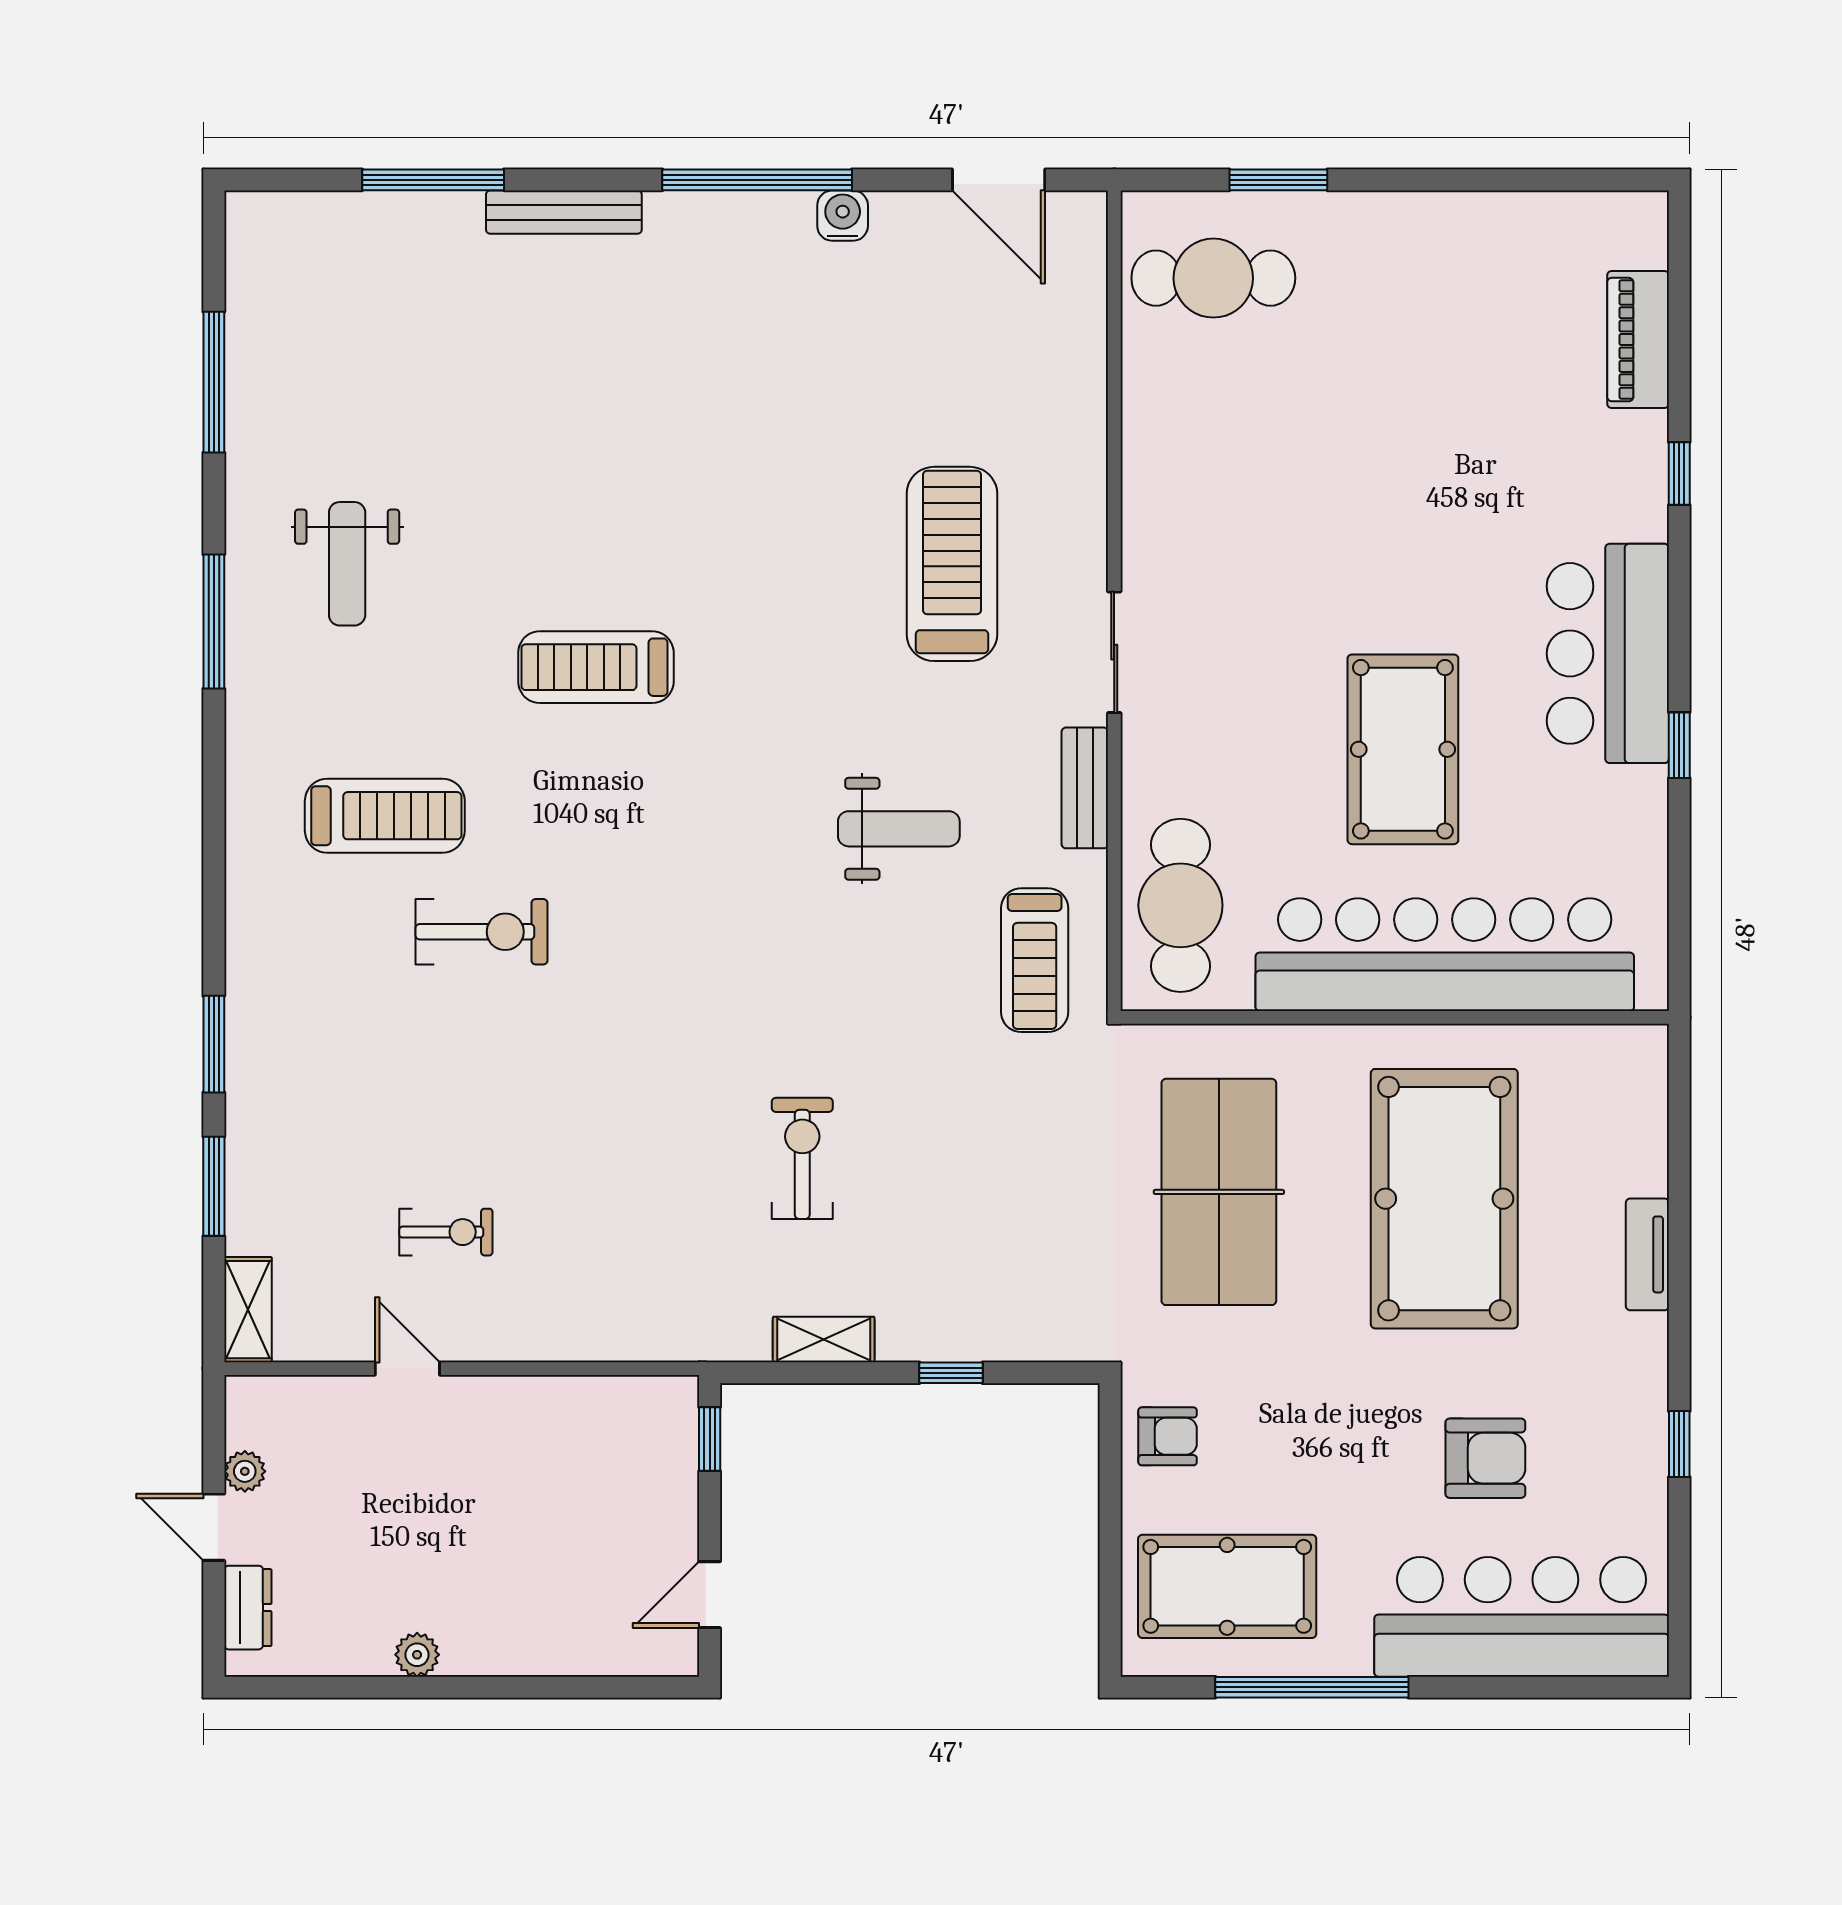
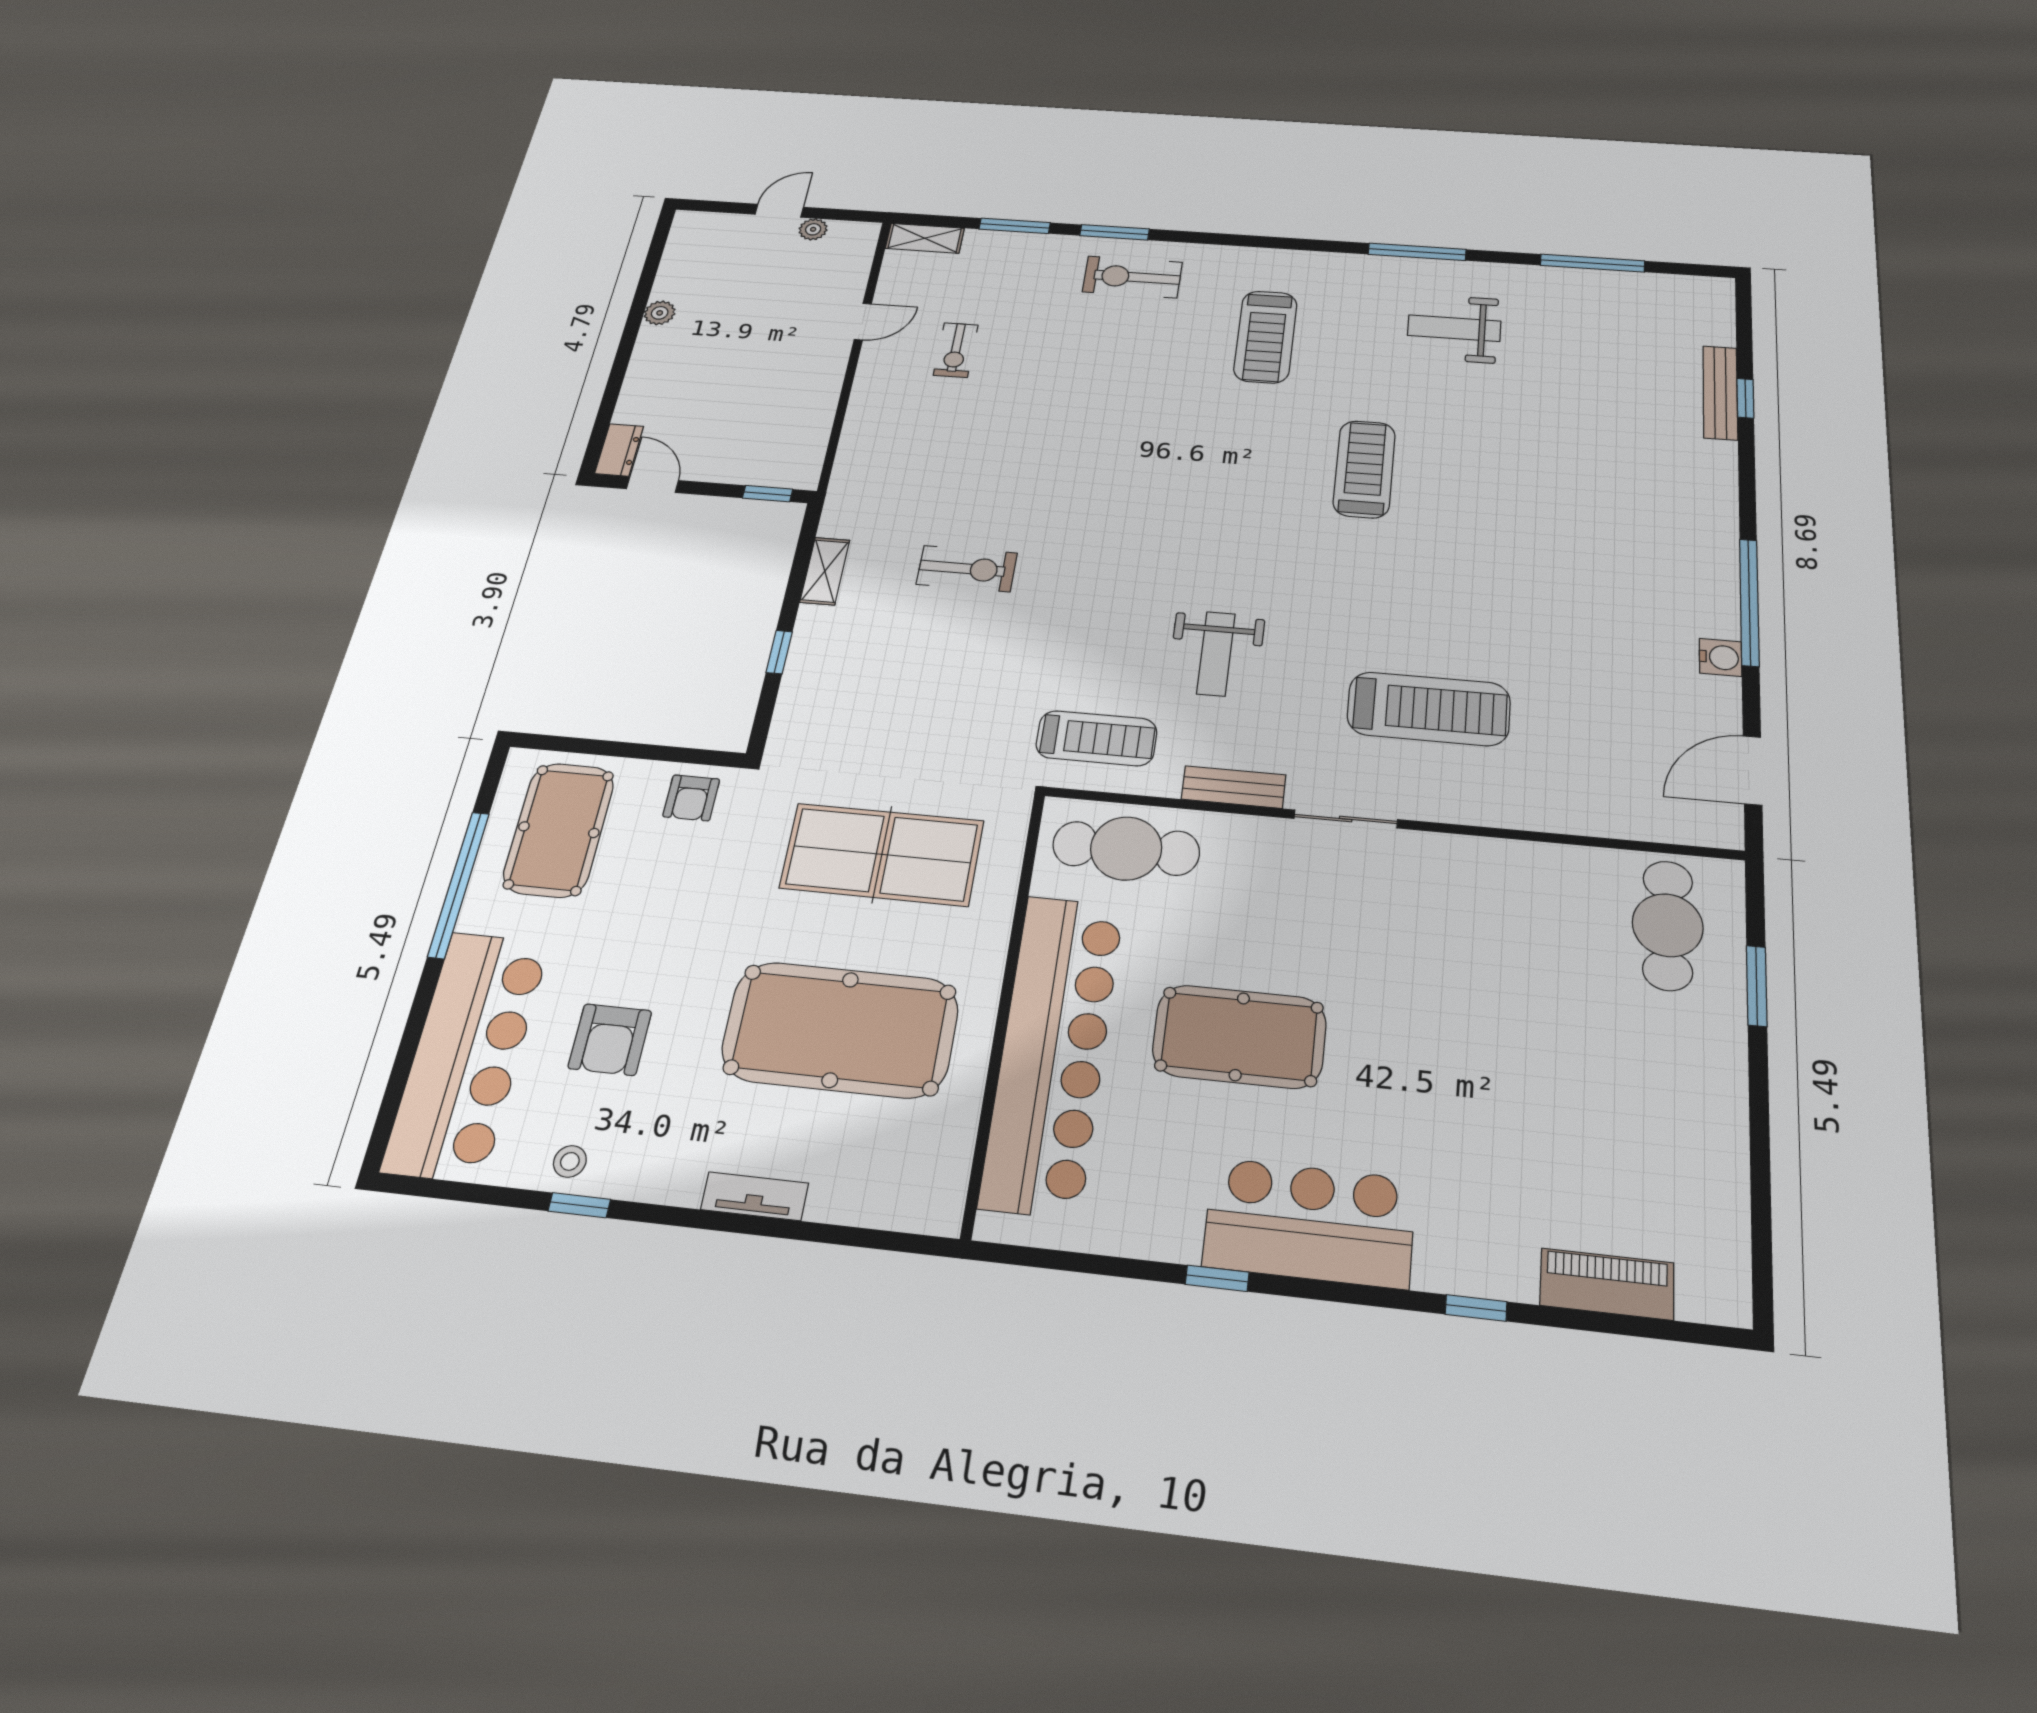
window: (433, 180) -> (1745, 398), width x0.46
bench: (564, 212) -> (1720, 393), moved
exercise bike: (482, 932) -> (1132, 277), moved, turned 90
treadmill: (1035, 960) -> (1096, 738), turned 180
stool: (1632, 1467) -> (570, 1161), added
dresser: (248, 1608) -> (619, 450), moved, turned -90

